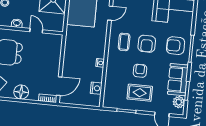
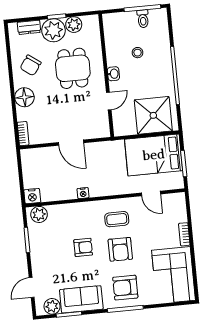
armchair: (147, 44) -> (120, 249), turned -90
armchair: (176, 46) -> (125, 288), turned -90
door: (59, 86) -> (71, 143), moved
nightstand: (96, 88) -> (32, 196), moved
rug: (140, 93) -> (54, 253), removed
plant: (109, 98) -> (39, 214), added

